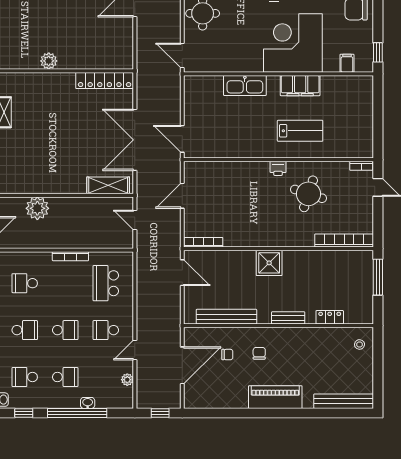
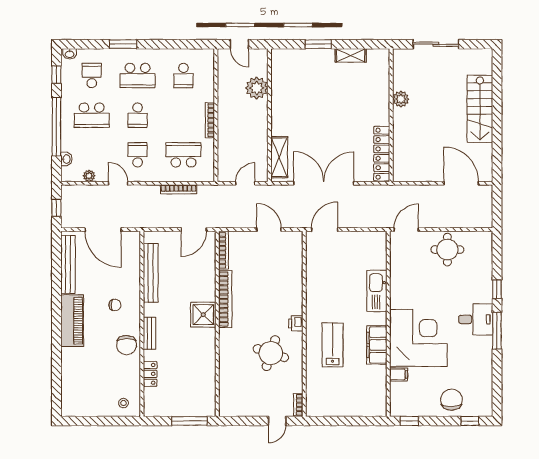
filing cabinet: (347, 63) -> (399, 374), moved
lab bench: (300, 131) -> (333, 345), turned 180
bookcase: (344, 240) -> (225, 299), moved
school desk: (25, 283) -> (183, 76), turned 180
bookcase: (141, 288) -> (179, 189), added
school desk: (25, 330) -> (138, 76), width x1.85
chair: (227, 355) -> (127, 345), moved, width x1.87, depth x1.87
school desk: (65, 377) -> (92, 115), width x1.85
bench: (344, 401) -> (68, 264), moved
washbasin: (88, 403) -> (66, 159), moved

